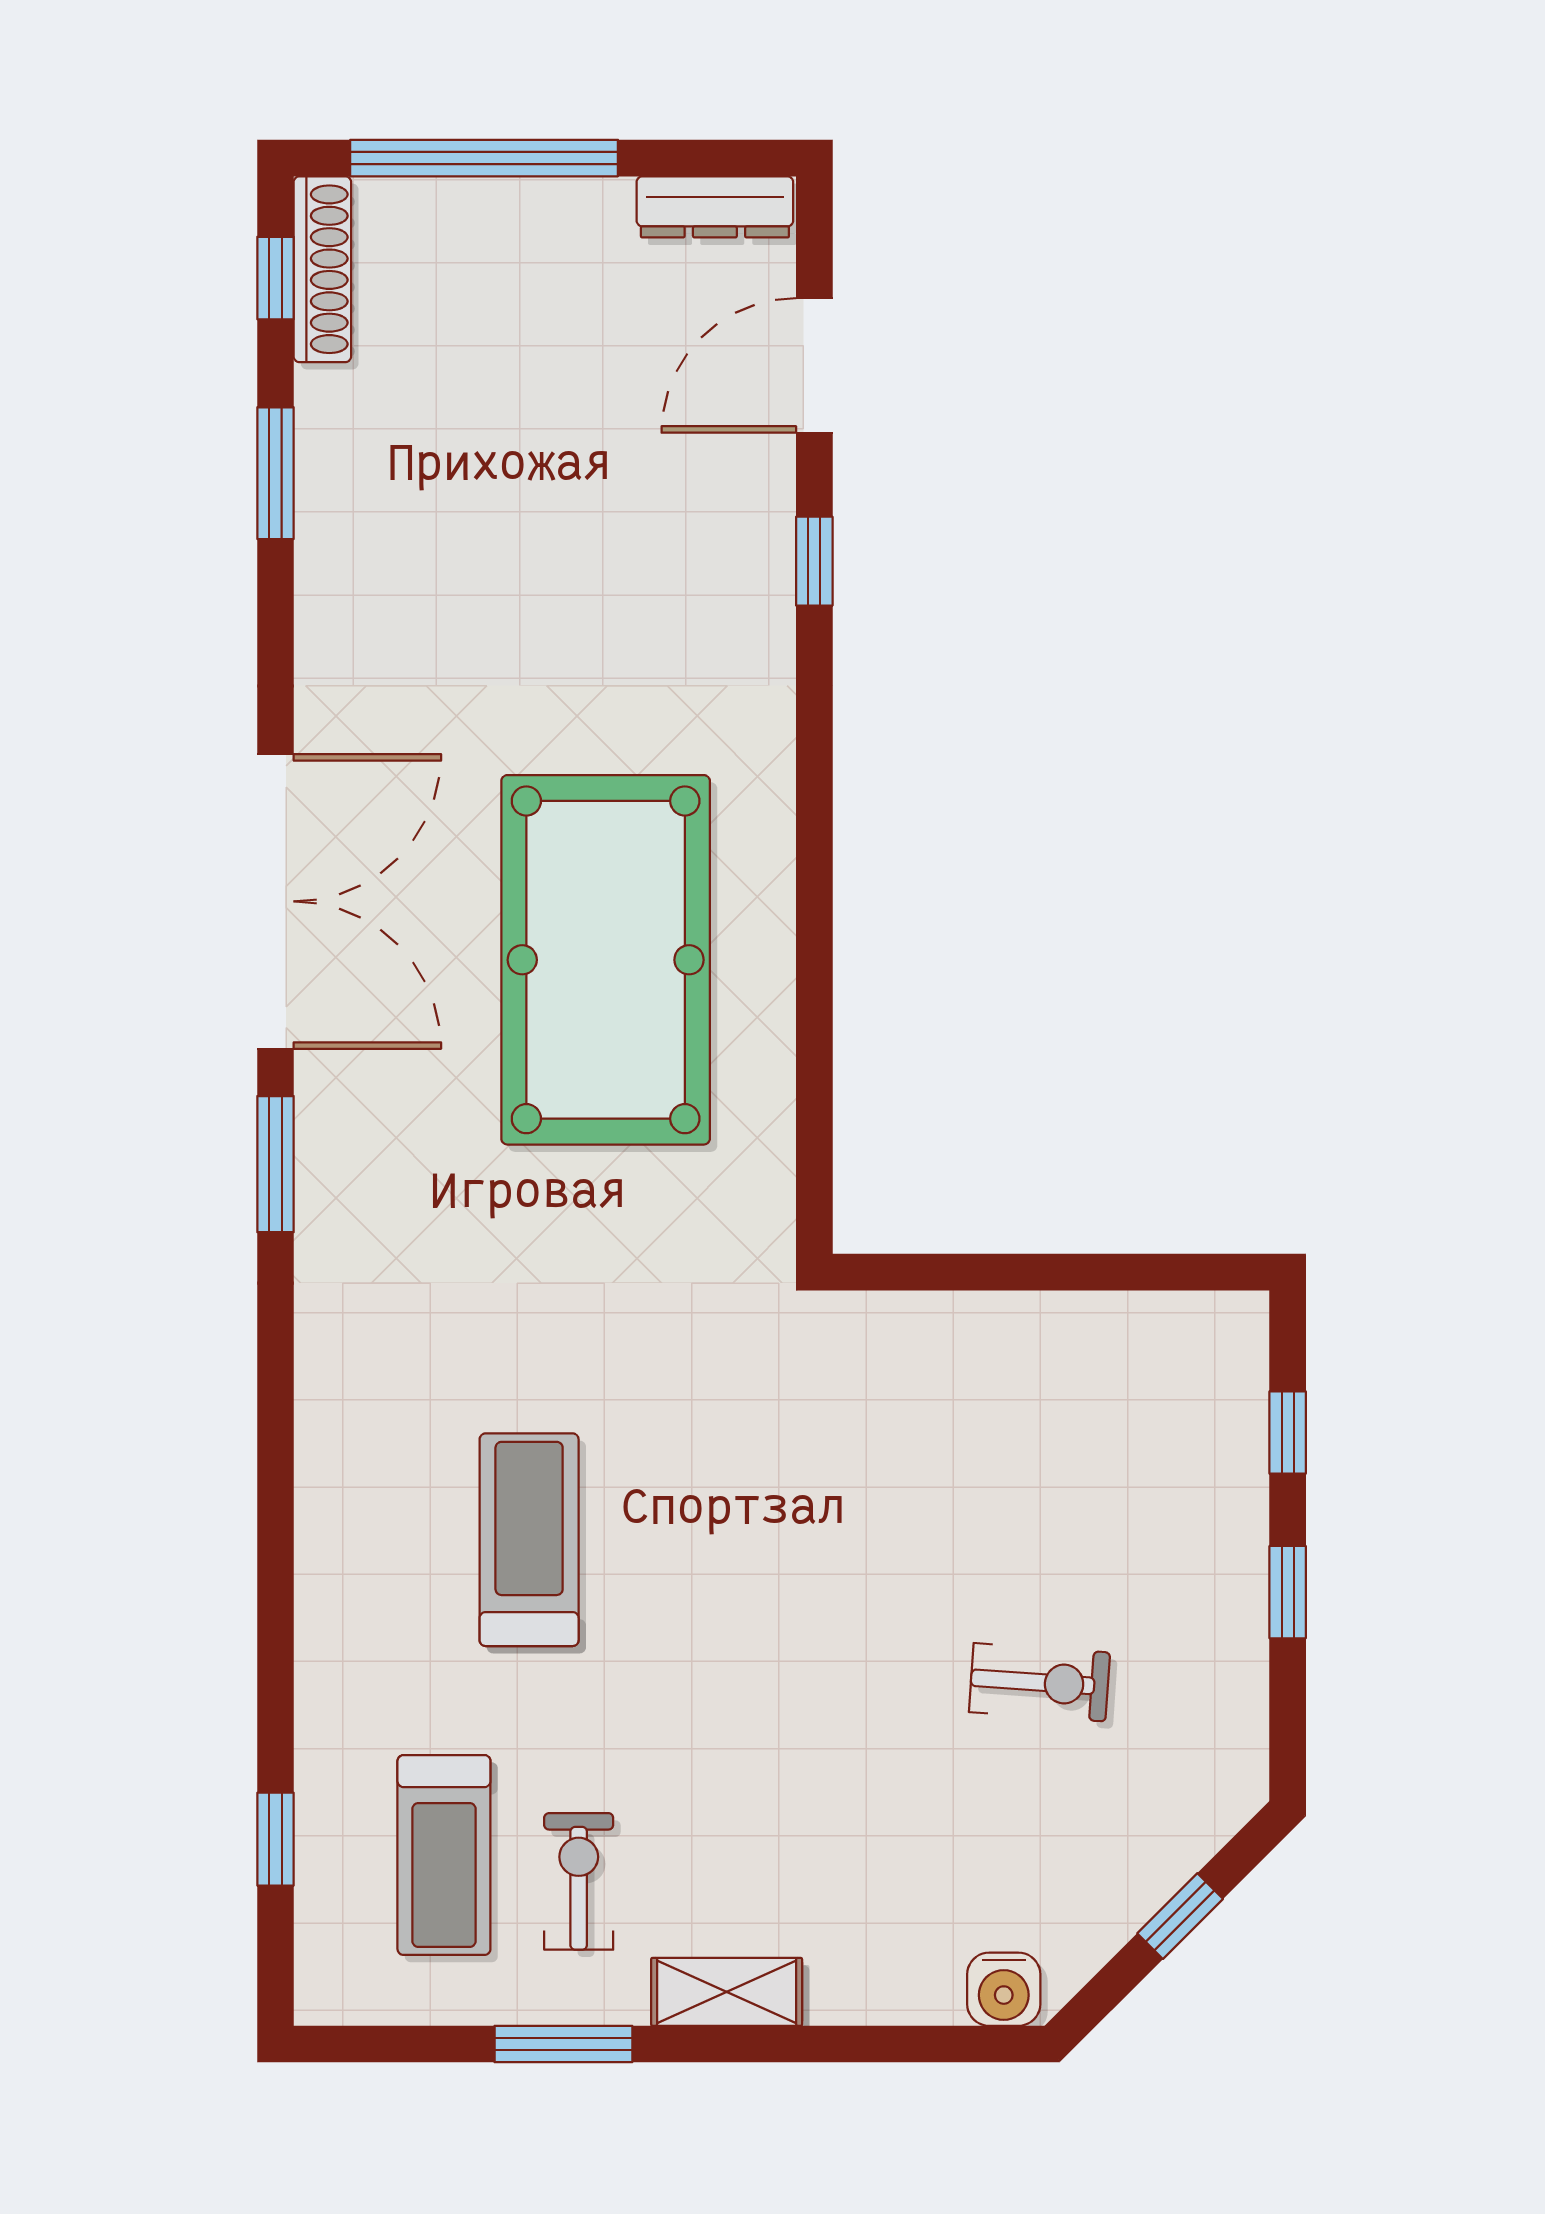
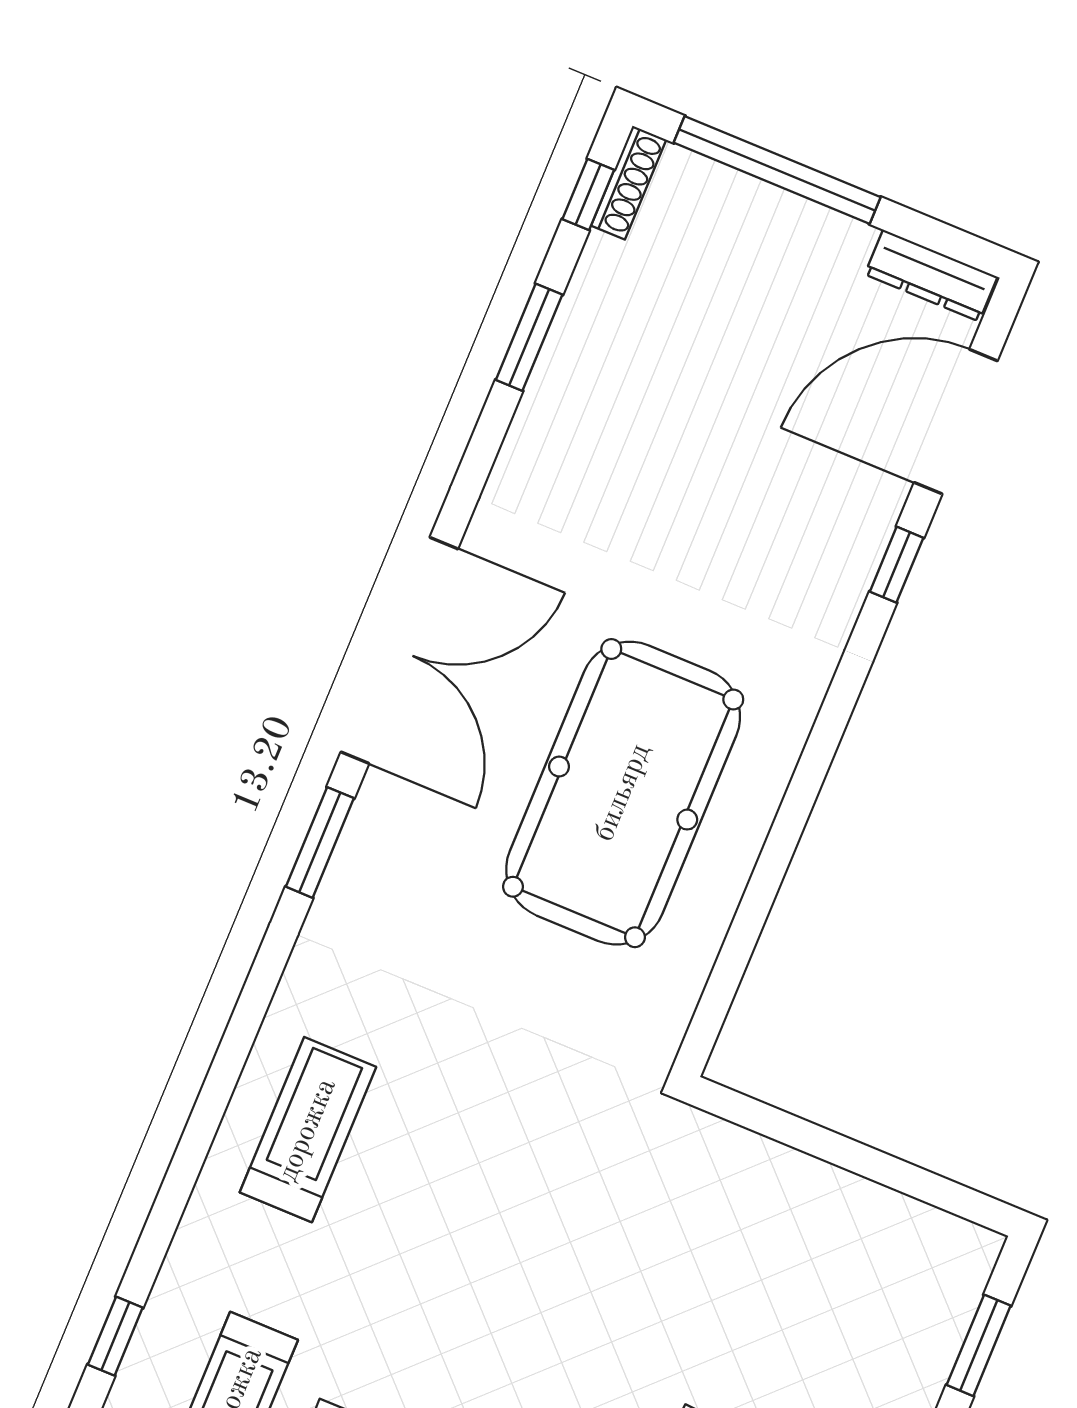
shoe rack: (322, 269) -> (629, 183), width x0.74, depth x0.81
door: (814, 365) -> (956, 422), width x1.36
window: (1288, 1432) -> (979, 1345), width x1.50
treadmill: (529, 1540) -> (308, 1130), moved

